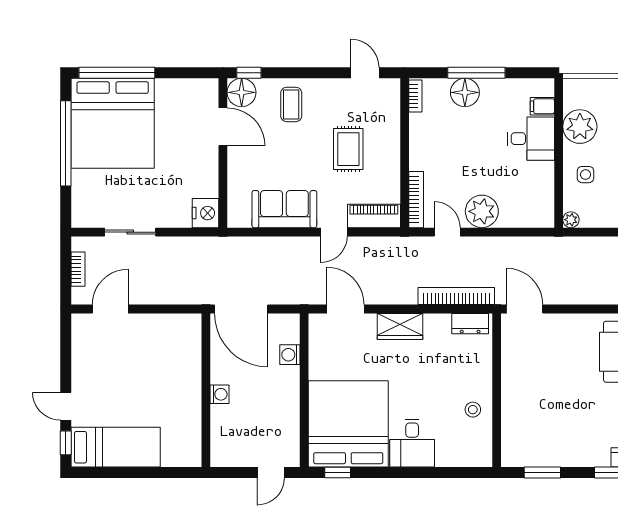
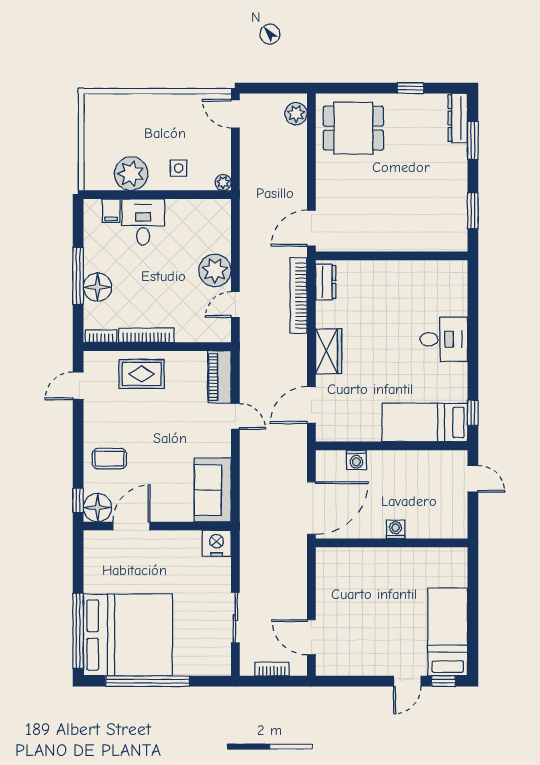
rug: (348, 149) -> (142, 374), moved
bookcase: (416, 200) -> (146, 335), moved
sofa: (284, 209) -> (213, 490), moved
stool: (473, 410) -> (411, 279), removed
bed: (348, 424) -> (425, 422), width x0.49

